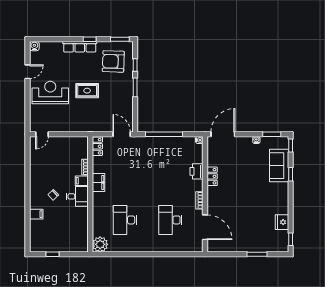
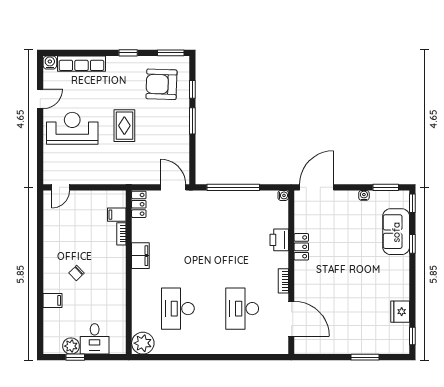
row of seats: (80, 47) -> (81, 64), moved
rug: (87, 91) -> (124, 126), turned 90
filing cabinet: (82, 181) -> (117, 215), moved
desk: (77, 196) -> (95, 339), moved, turned 90
plant: (49, 246) -> (71, 346), added

